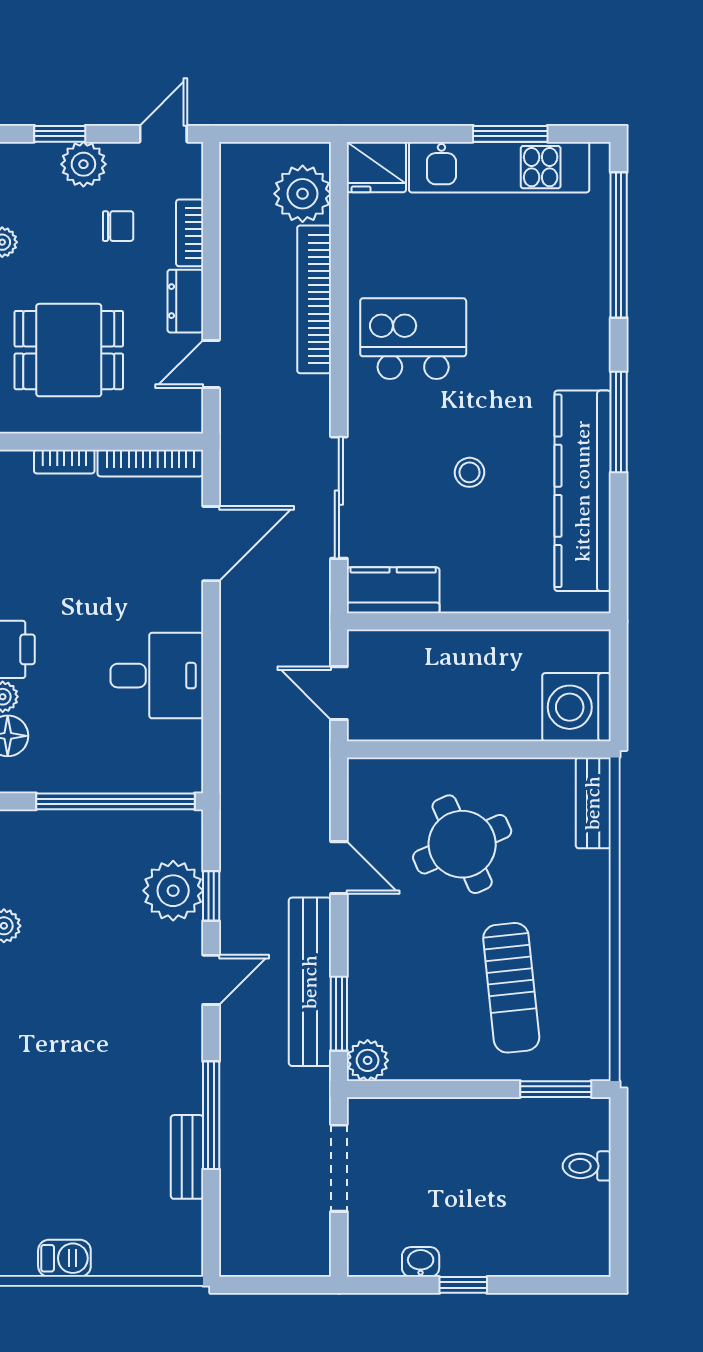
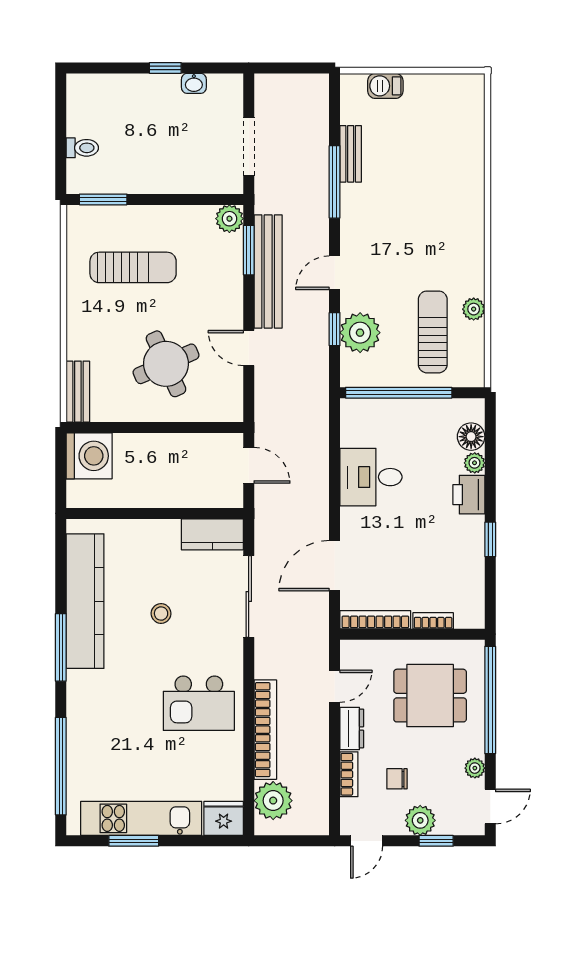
sun lounger: (65, 892) -> (433, 332), added
sun lounger: (511, 988) -> (133, 267), turned 96
barbecue: (64, 1258) -> (385, 86), moved

